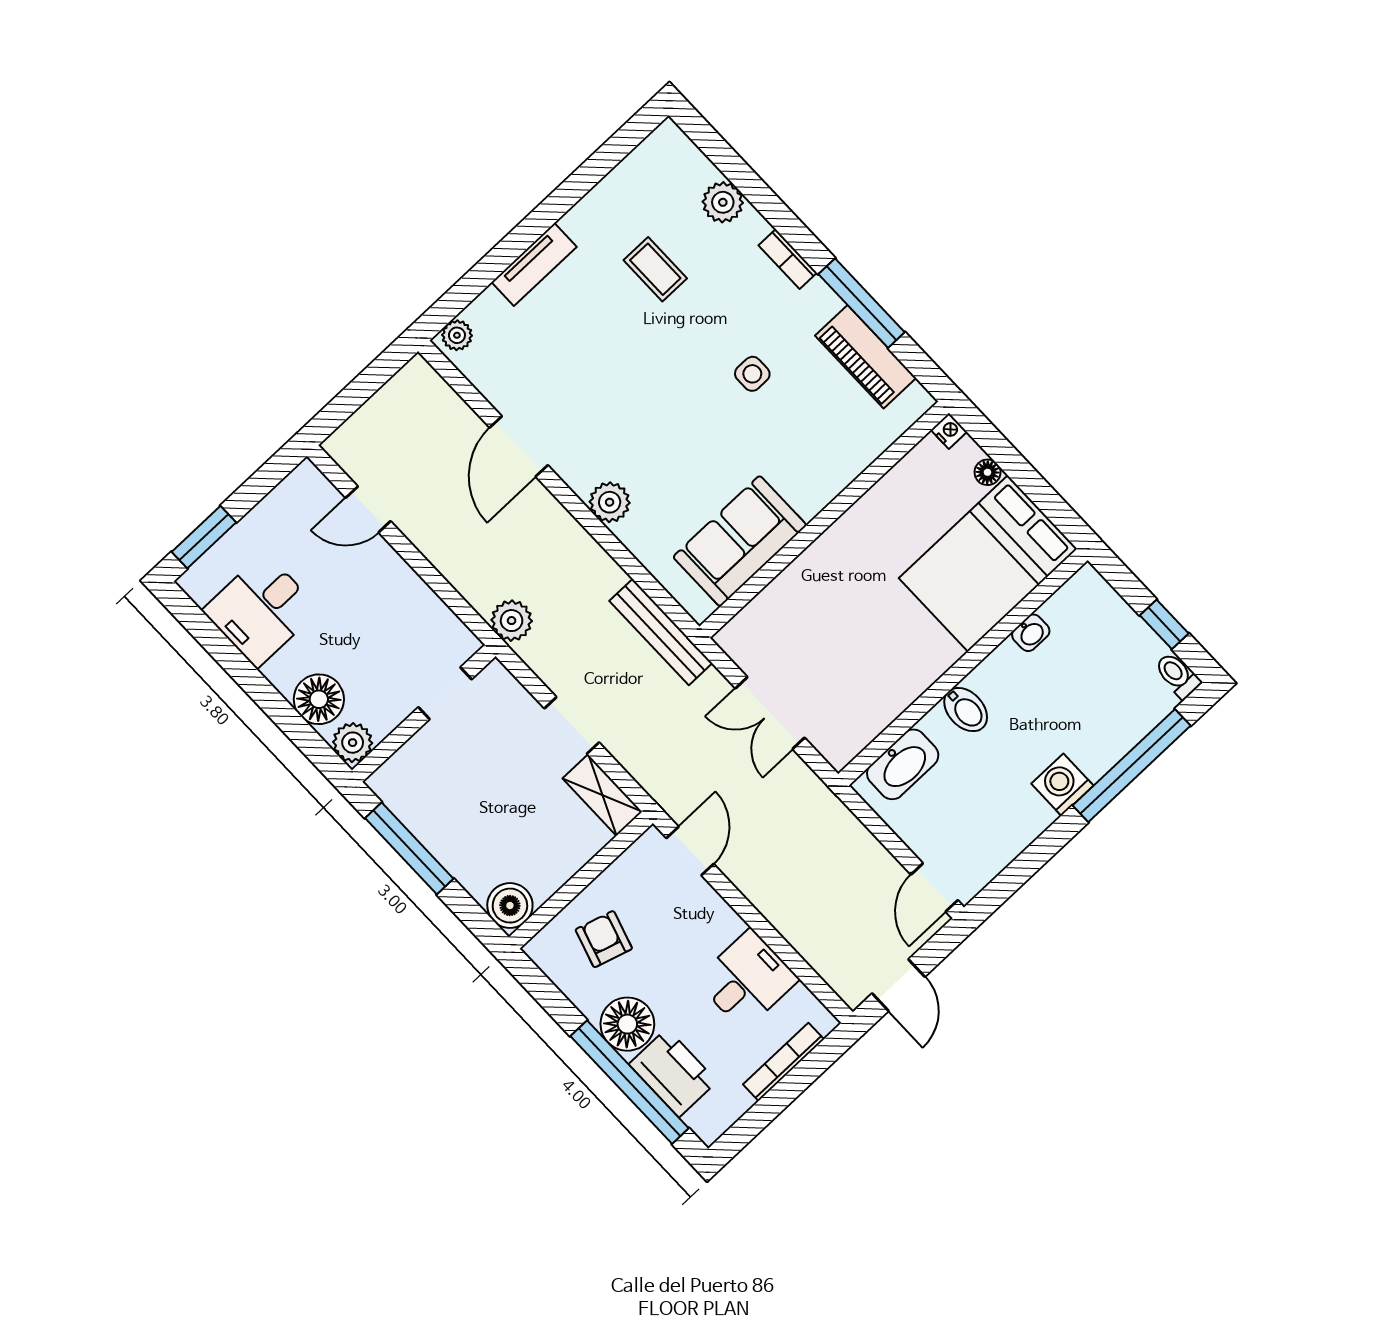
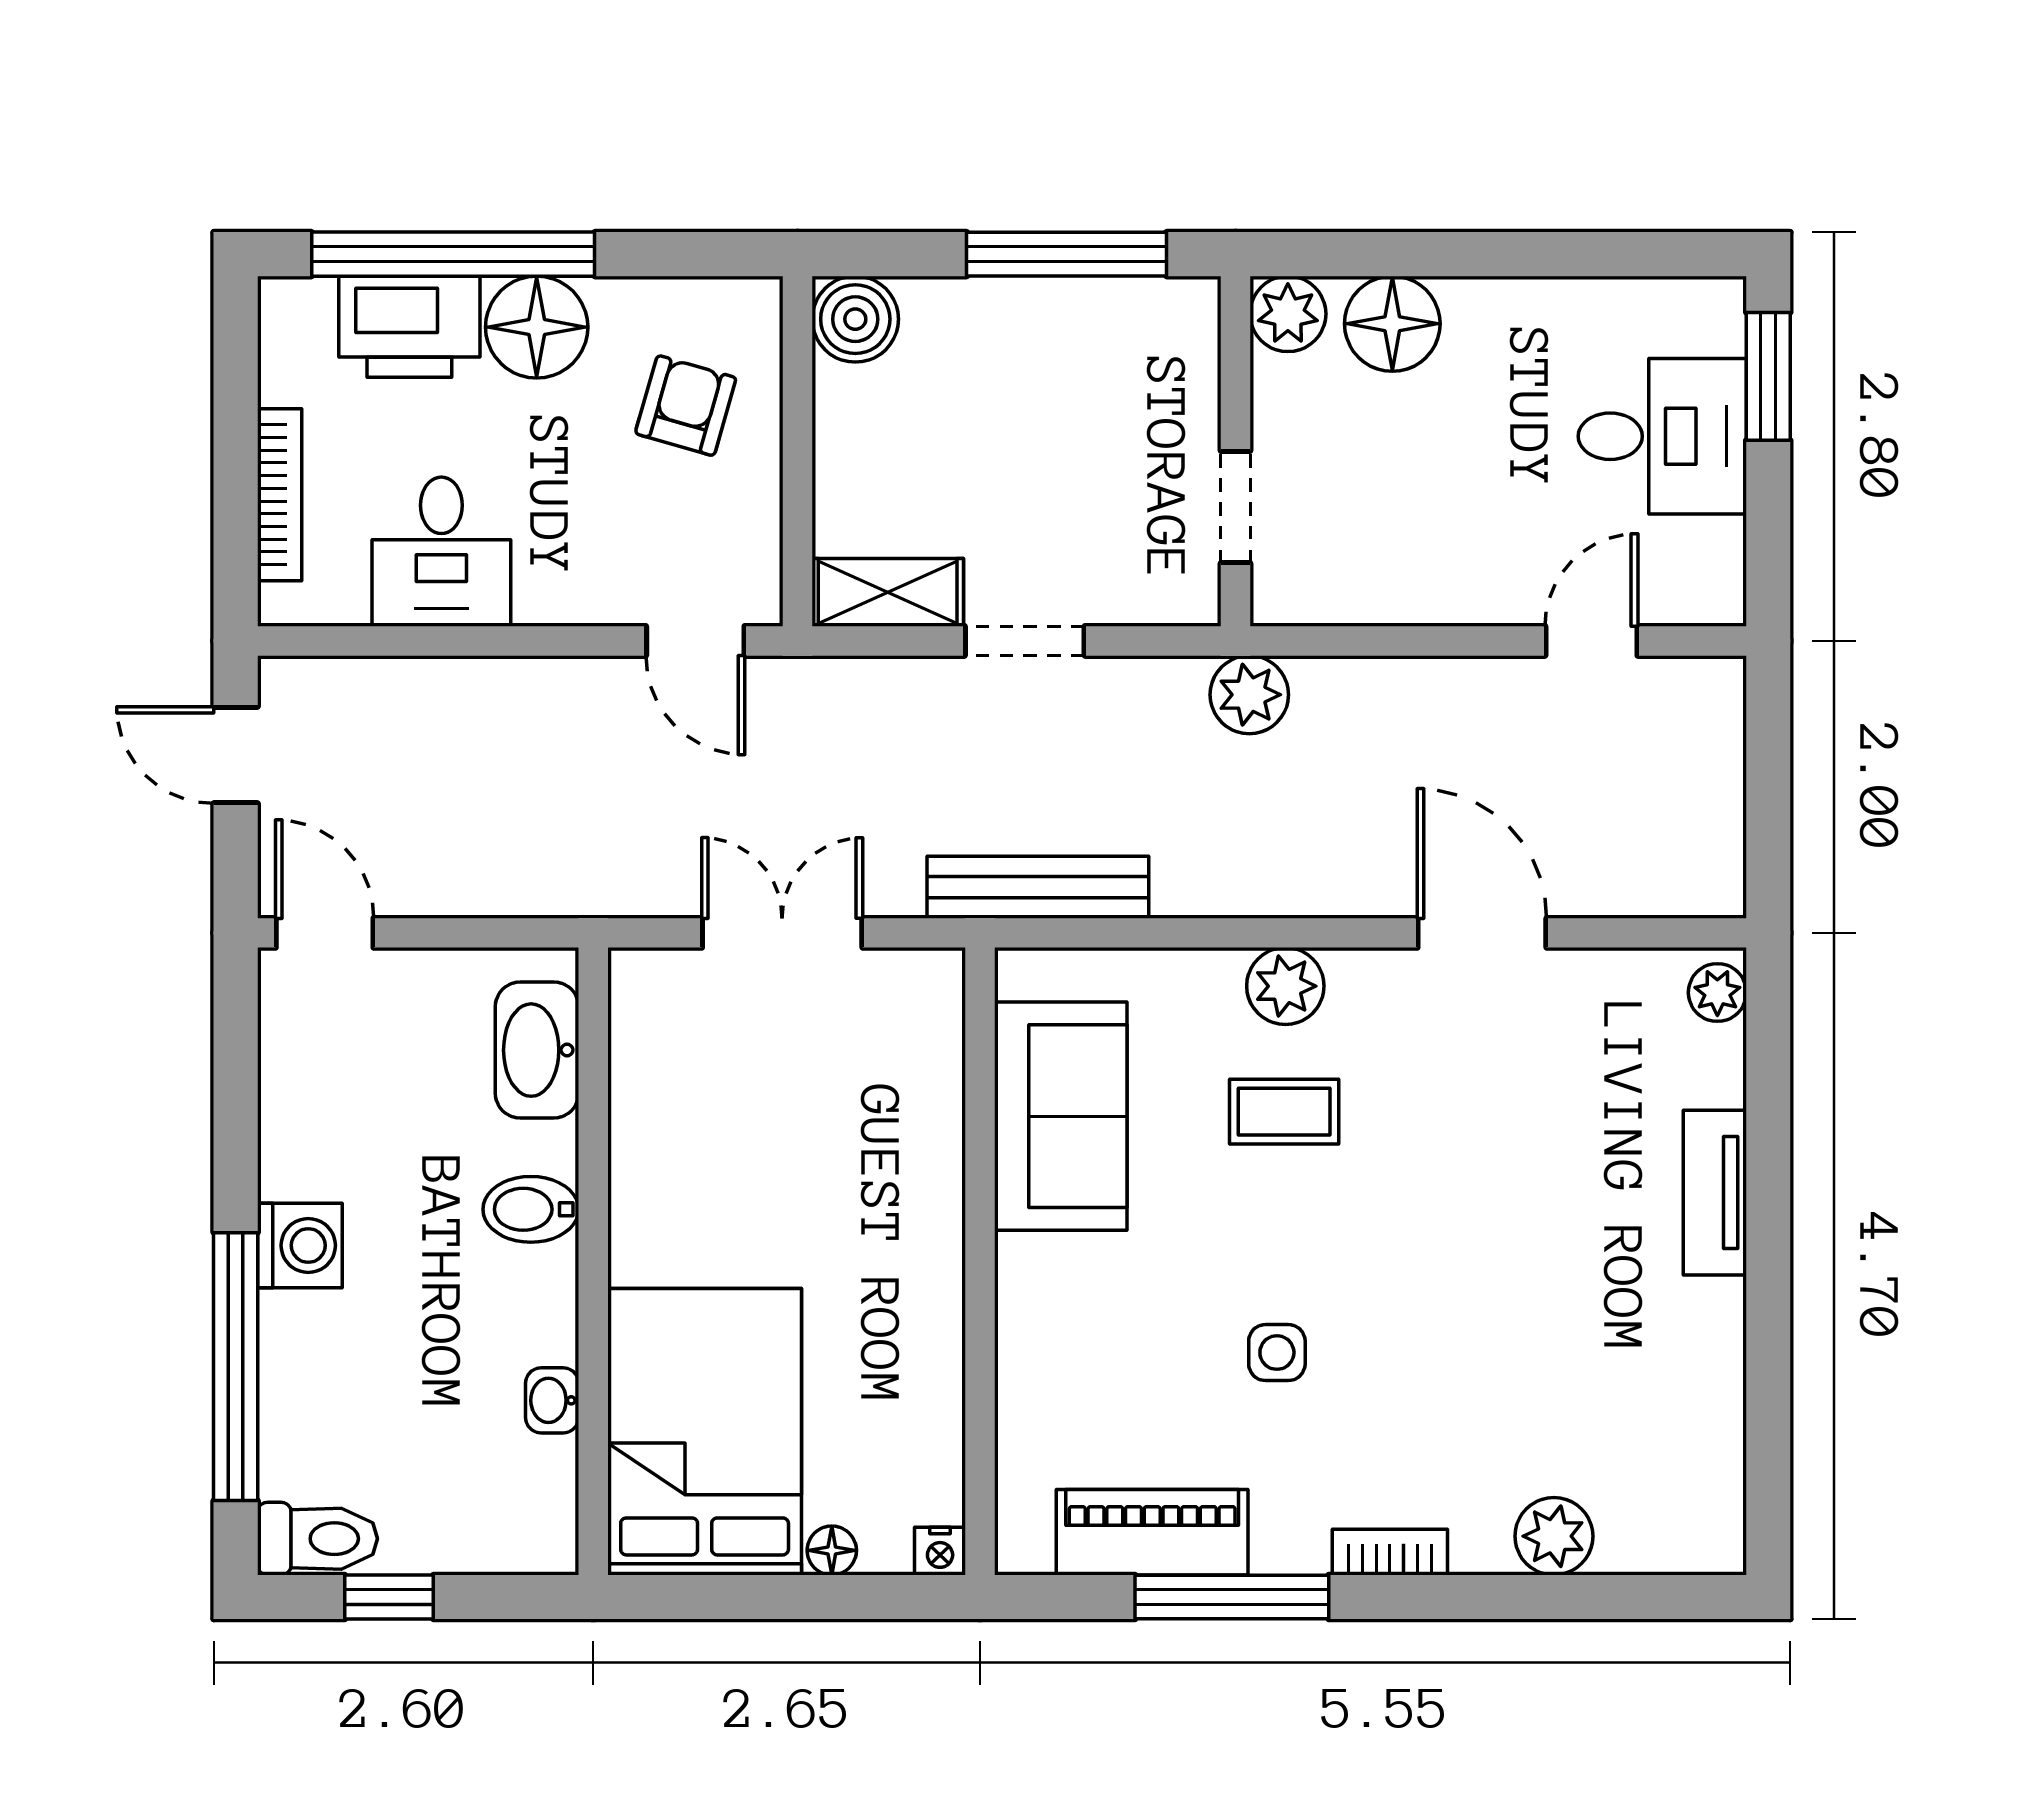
coffee table: (655, 269) -> (1284, 1112), moved
desk: (261, 610) -> (1662, 436), moved, turned 90
toilet: (1177, 675) -> (317, 1539), width x1.37, depth x1.39
armchair: (604, 939) -> (686, 406), turned -91

